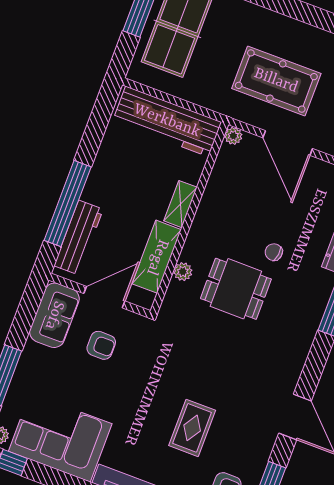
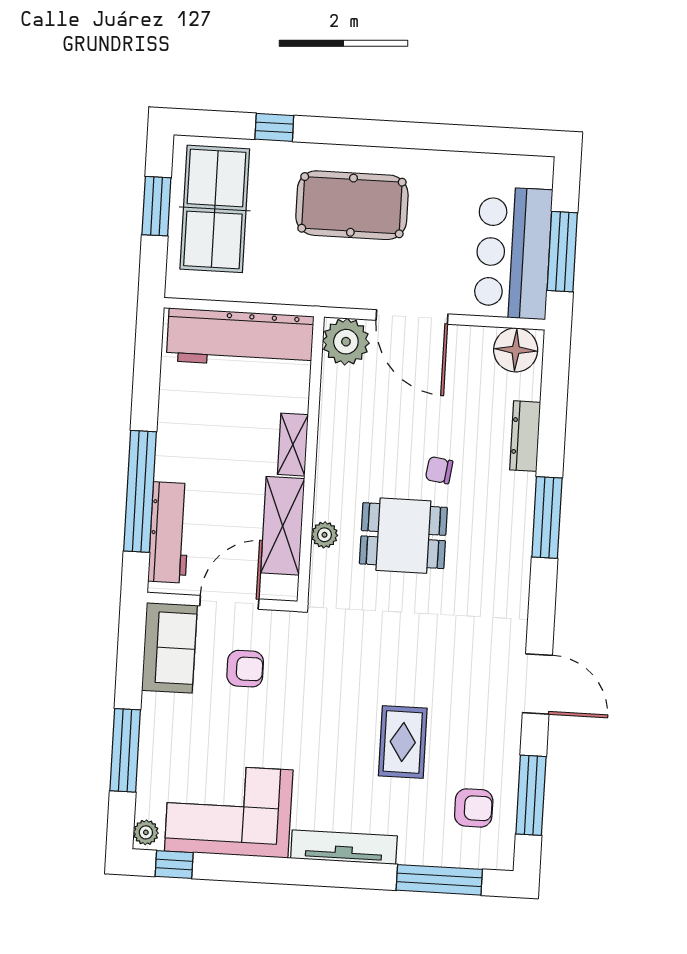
pool table: (276, 81) -> (352, 205), moved
plant: (233, 136) -> (346, 342), width x1.88, depth x1.88

